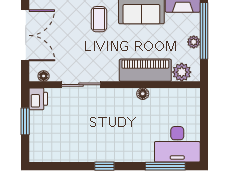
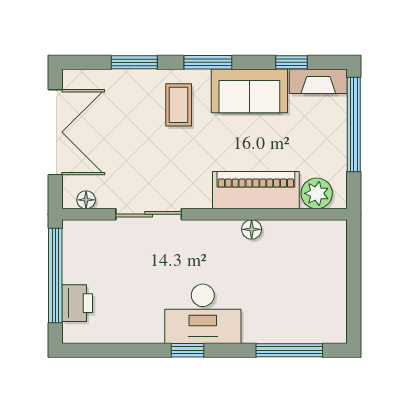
plant: (194, 42) -> (337, 143), removed
printer: (38, 99) -> (77, 303), moved
window: (25, 121) -> (55, 276), width x2.11
desk: (177, 144) -> (203, 314), moved

